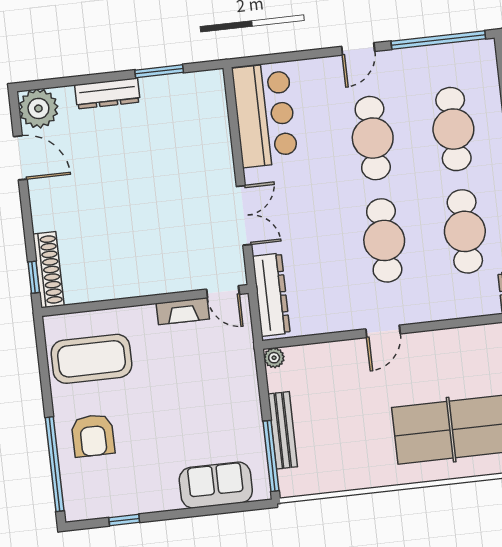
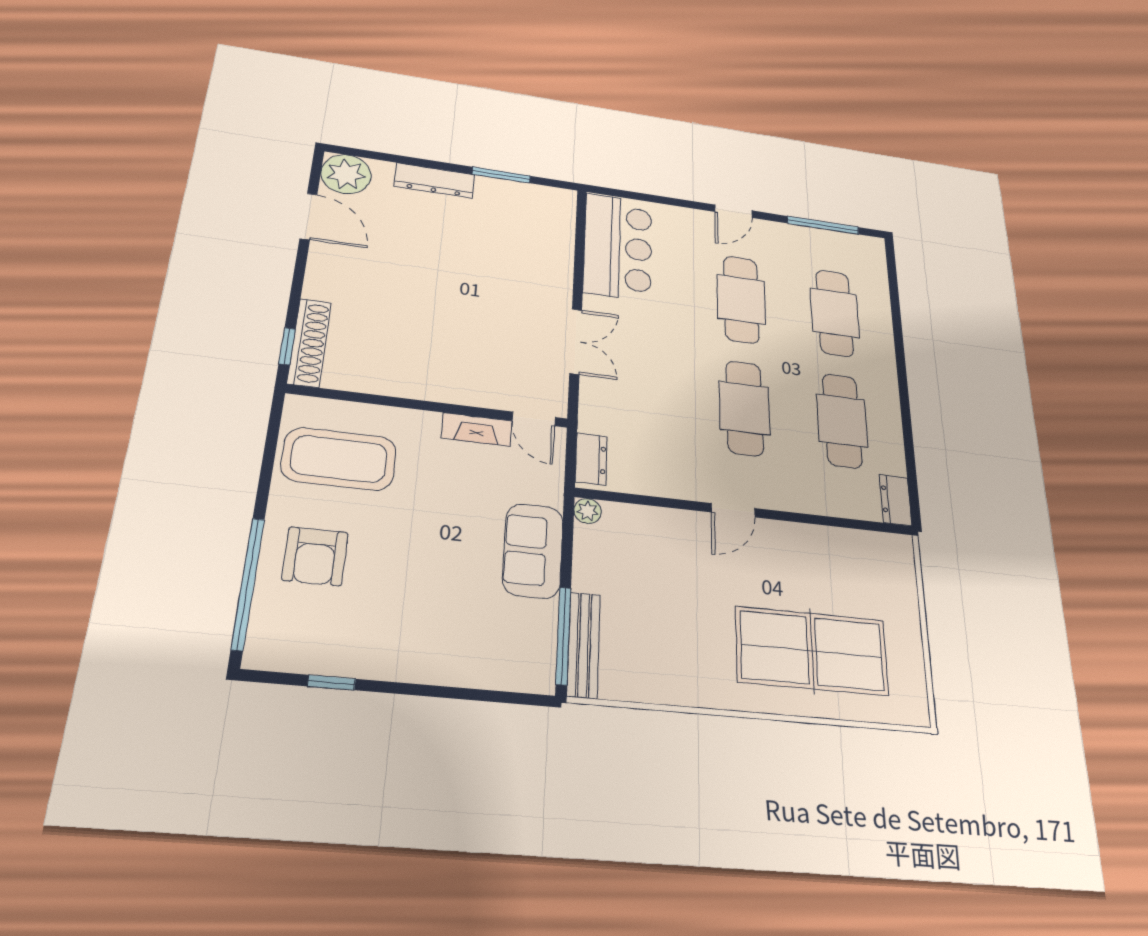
window: (438, 40) -> (823, 225), width x0.68
dresser: (271, 295) -> (591, 459), width x0.51, depth x0.80
bench: (283, 430) -> (584, 645), moved
sofa: (216, 485) -> (533, 551), moved, turned -90

